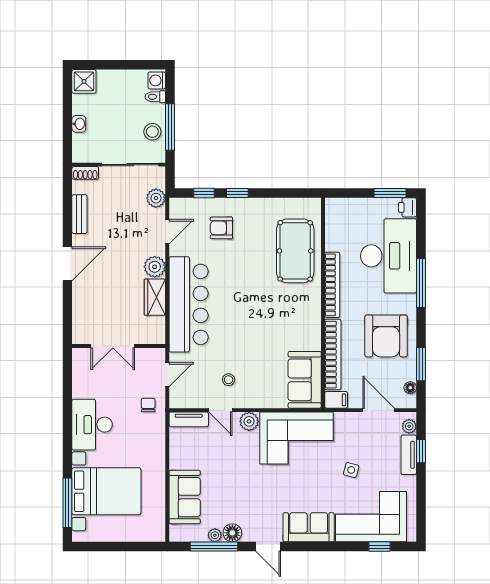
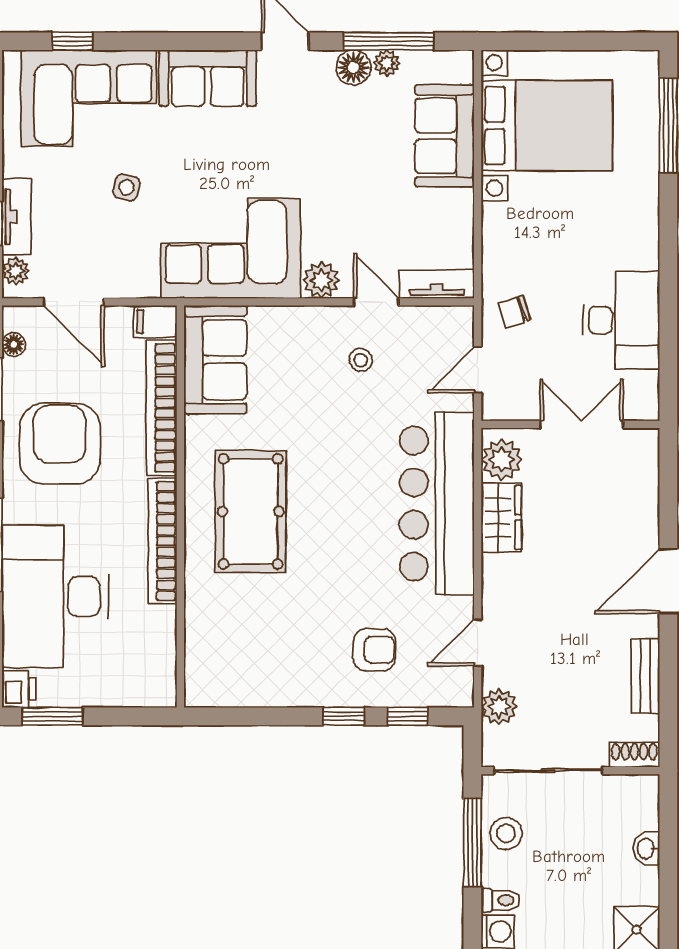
pool table: (295, 251) -> (251, 511), moved
plant: (155, 267) -> (502, 460), moved
chair: (148, 405) -> (514, 312), turned 72
desk: (92, 425) -> (621, 320), moved
bed with nightstands: (106, 491) -> (547, 126), moved, turned 180

